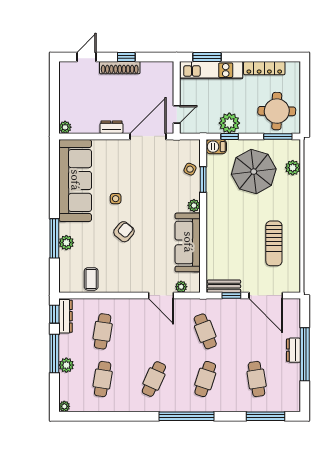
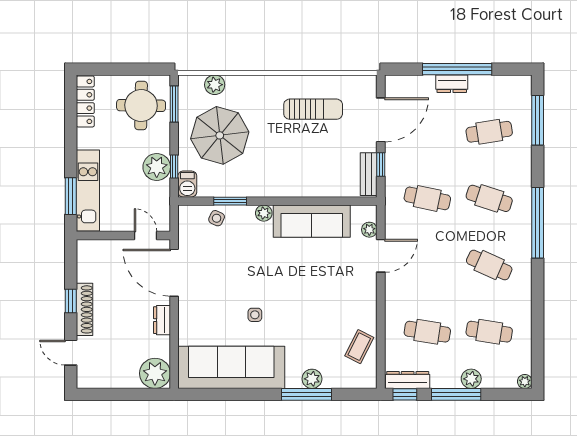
locker: (264, 68) -> (85, 101), moved
plant: (65, 127) -> (155, 373), width x1.87, depth x1.87
armchair: (124, 232) -> (298, 304), removed
coffee table: (91, 279) -> (359, 347), turned -63
cafe table: (205, 331) -> (427, 198), turned 33

